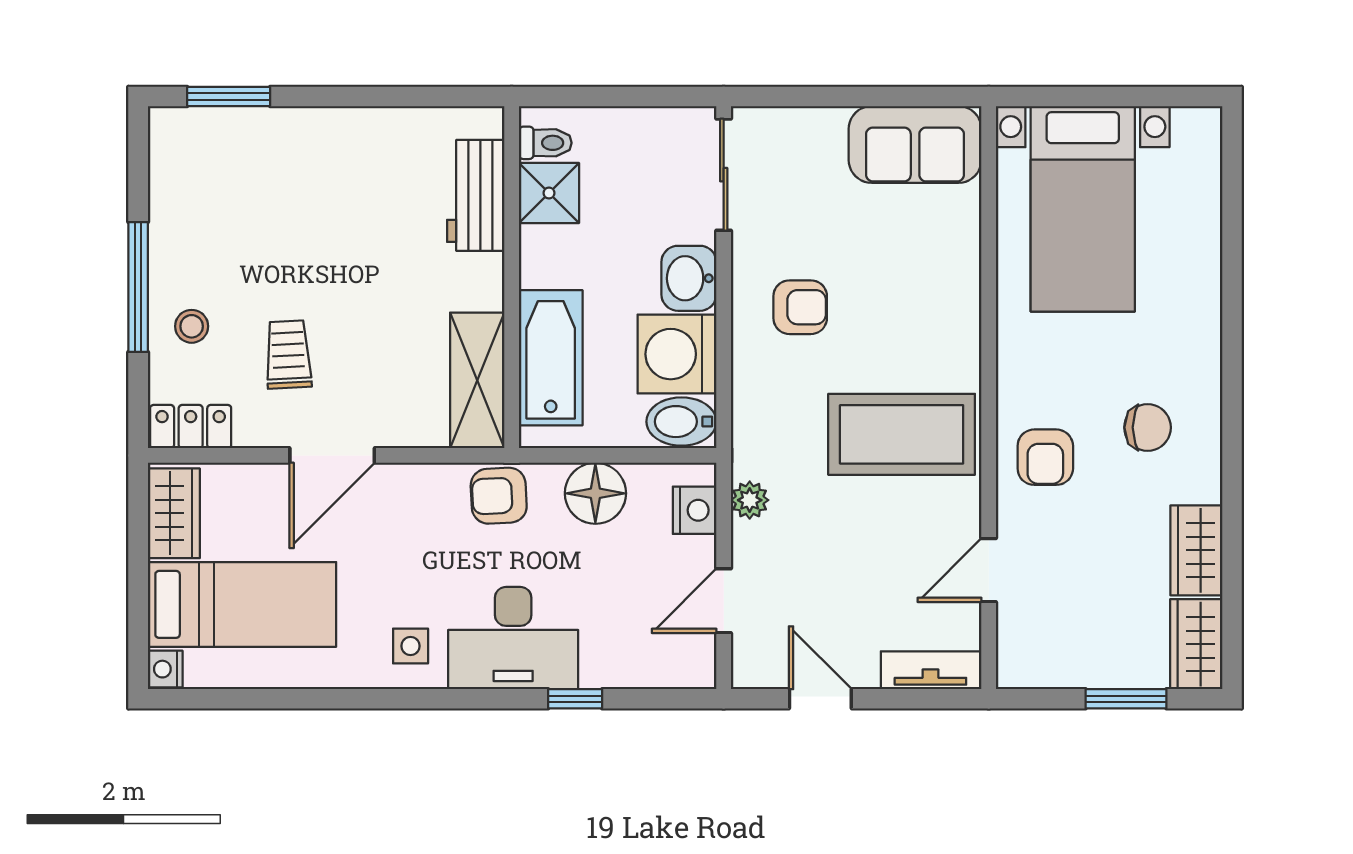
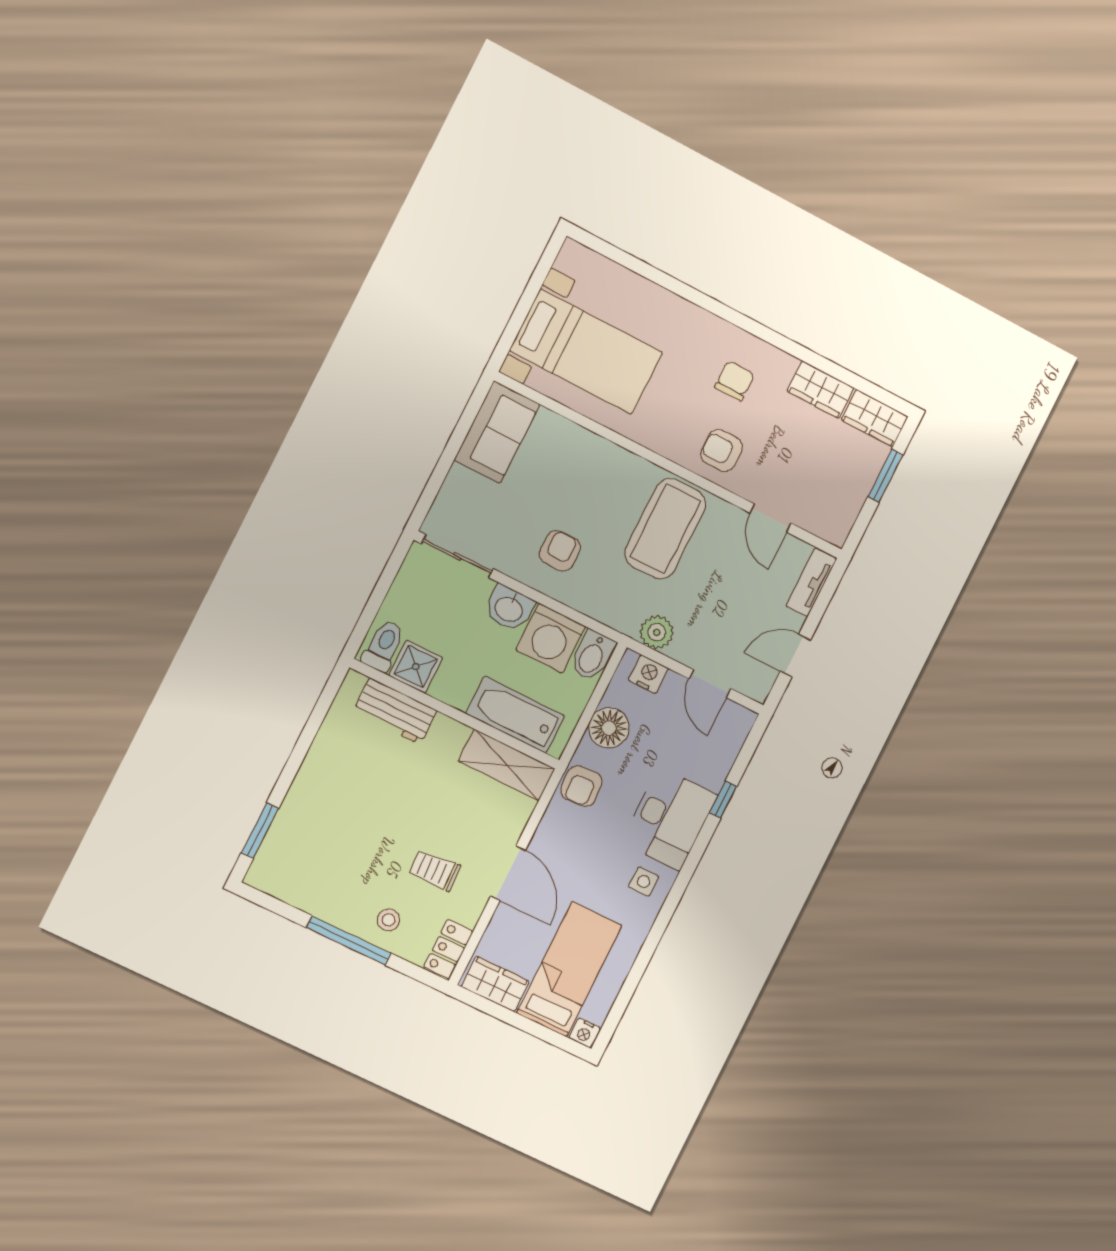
toilet: (545, 143) -> (384, 646), width x1.37, depth x1.39
armchair: (1045, 457) -> (722, 450), turned 180
plant: (750, 500) -> (657, 632), width x1.38, depth x1.38

